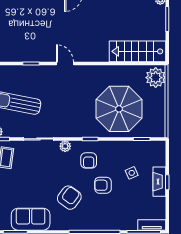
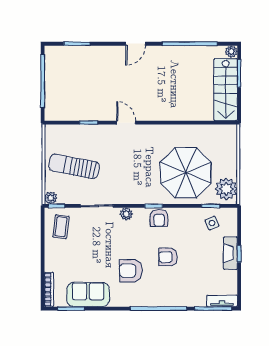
stairs: (138, 51) -> (226, 90), moved, turned -90
plant: (156, 78) -> (226, 189), moved
armchair: (89, 160) -> (159, 218), moved
side table: (132, 173) -> (212, 223), moved
armchair: (69, 198) -> (131, 271), turned -126

